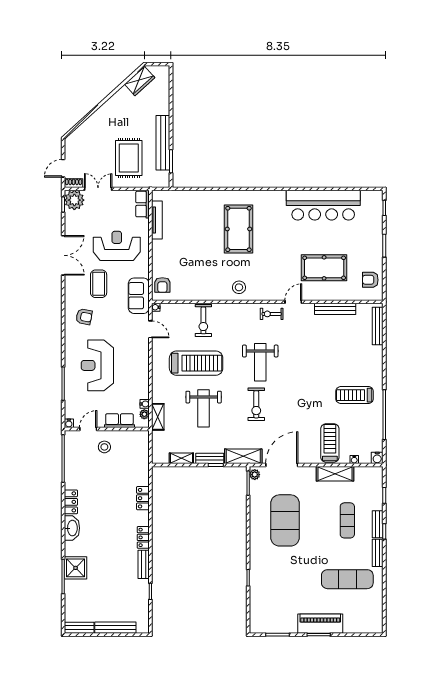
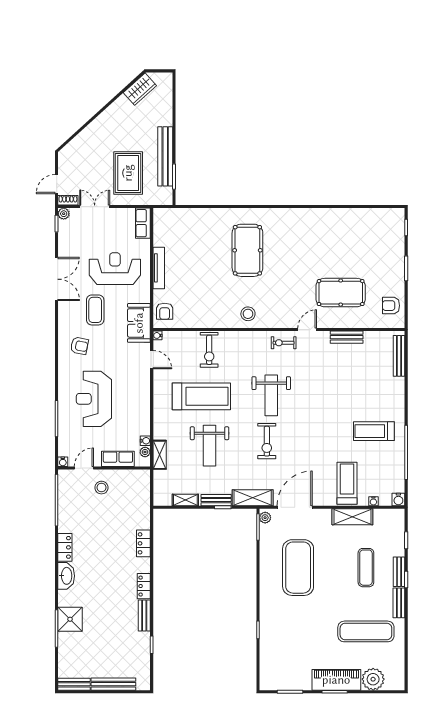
plant: (74, 200) -> (64, 214), width x0.53, depth x0.53
bar counter: (323, 205) -> (340, 224), removed
tv unit: (157, 220) -> (159, 268), moved
bench: (335, 309) -> (347, 337), width x0.73
plant: (354, 623) -> (373, 679), added

